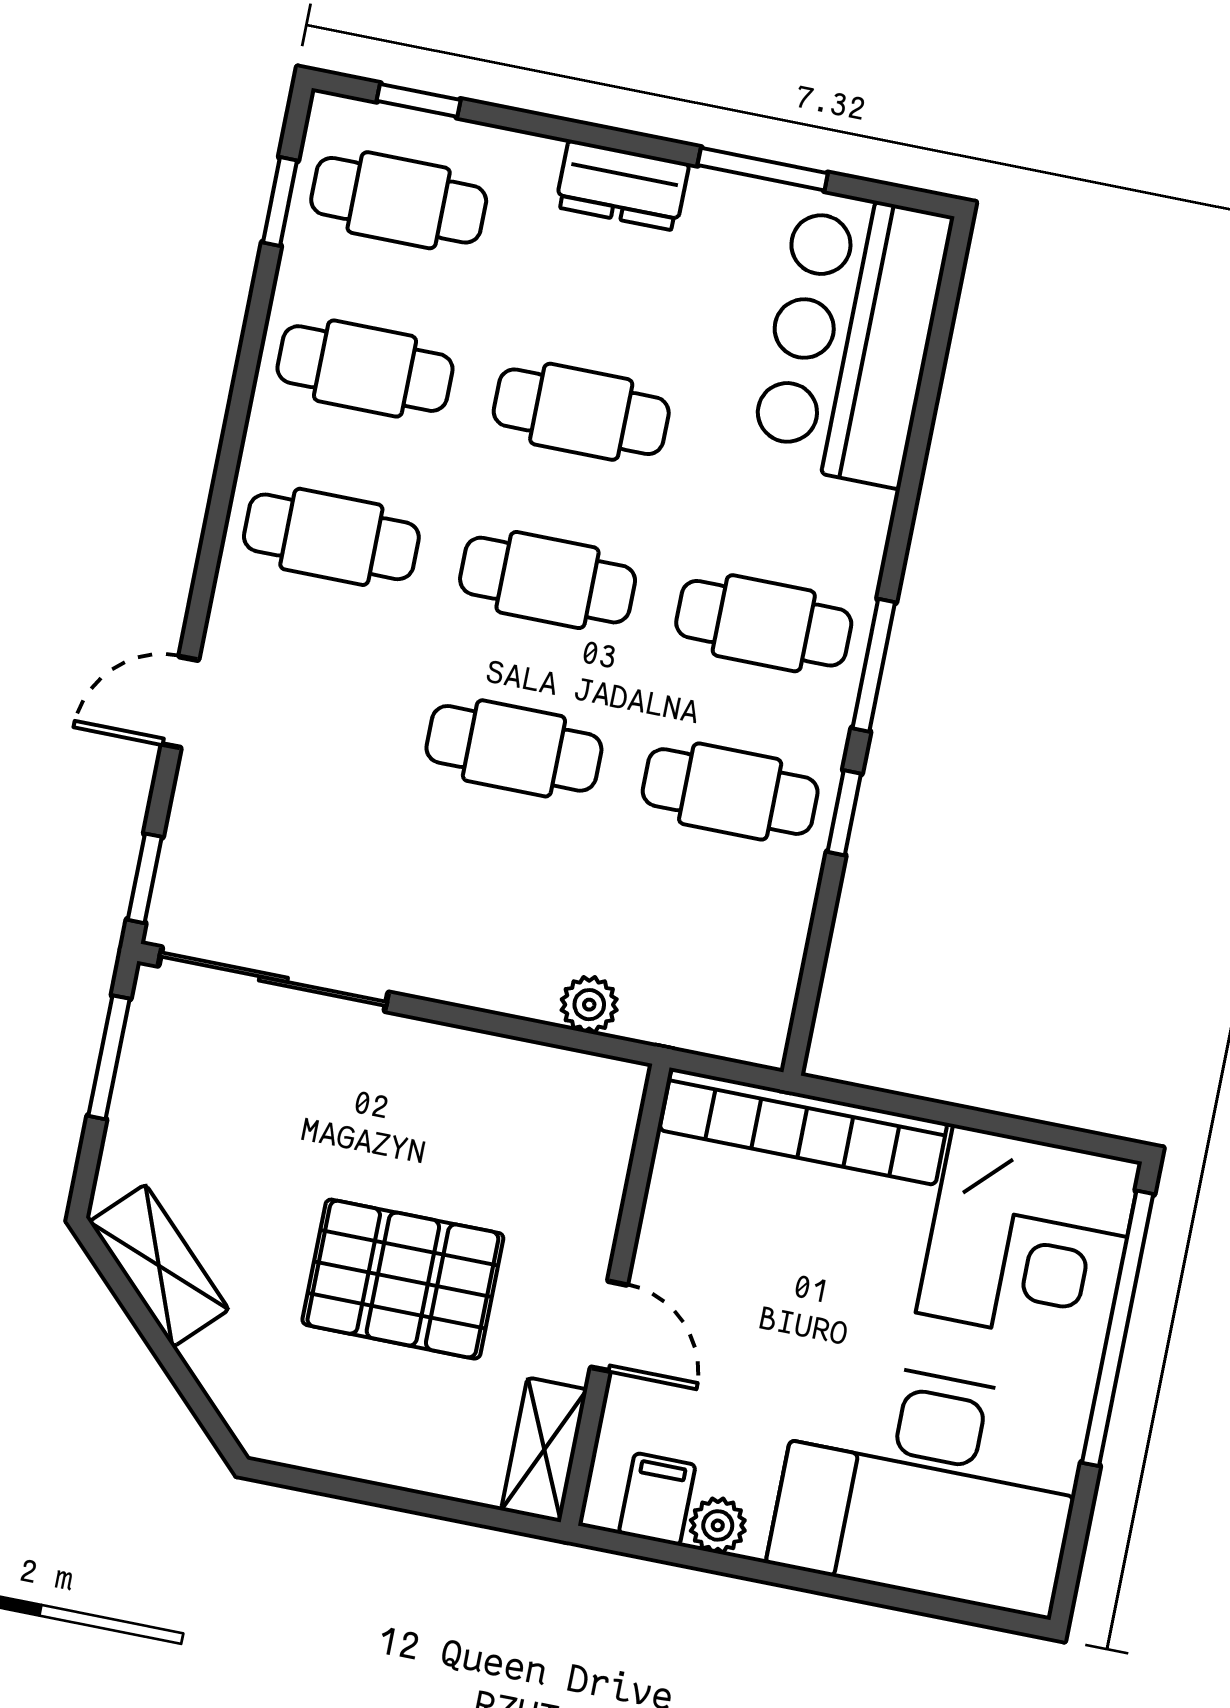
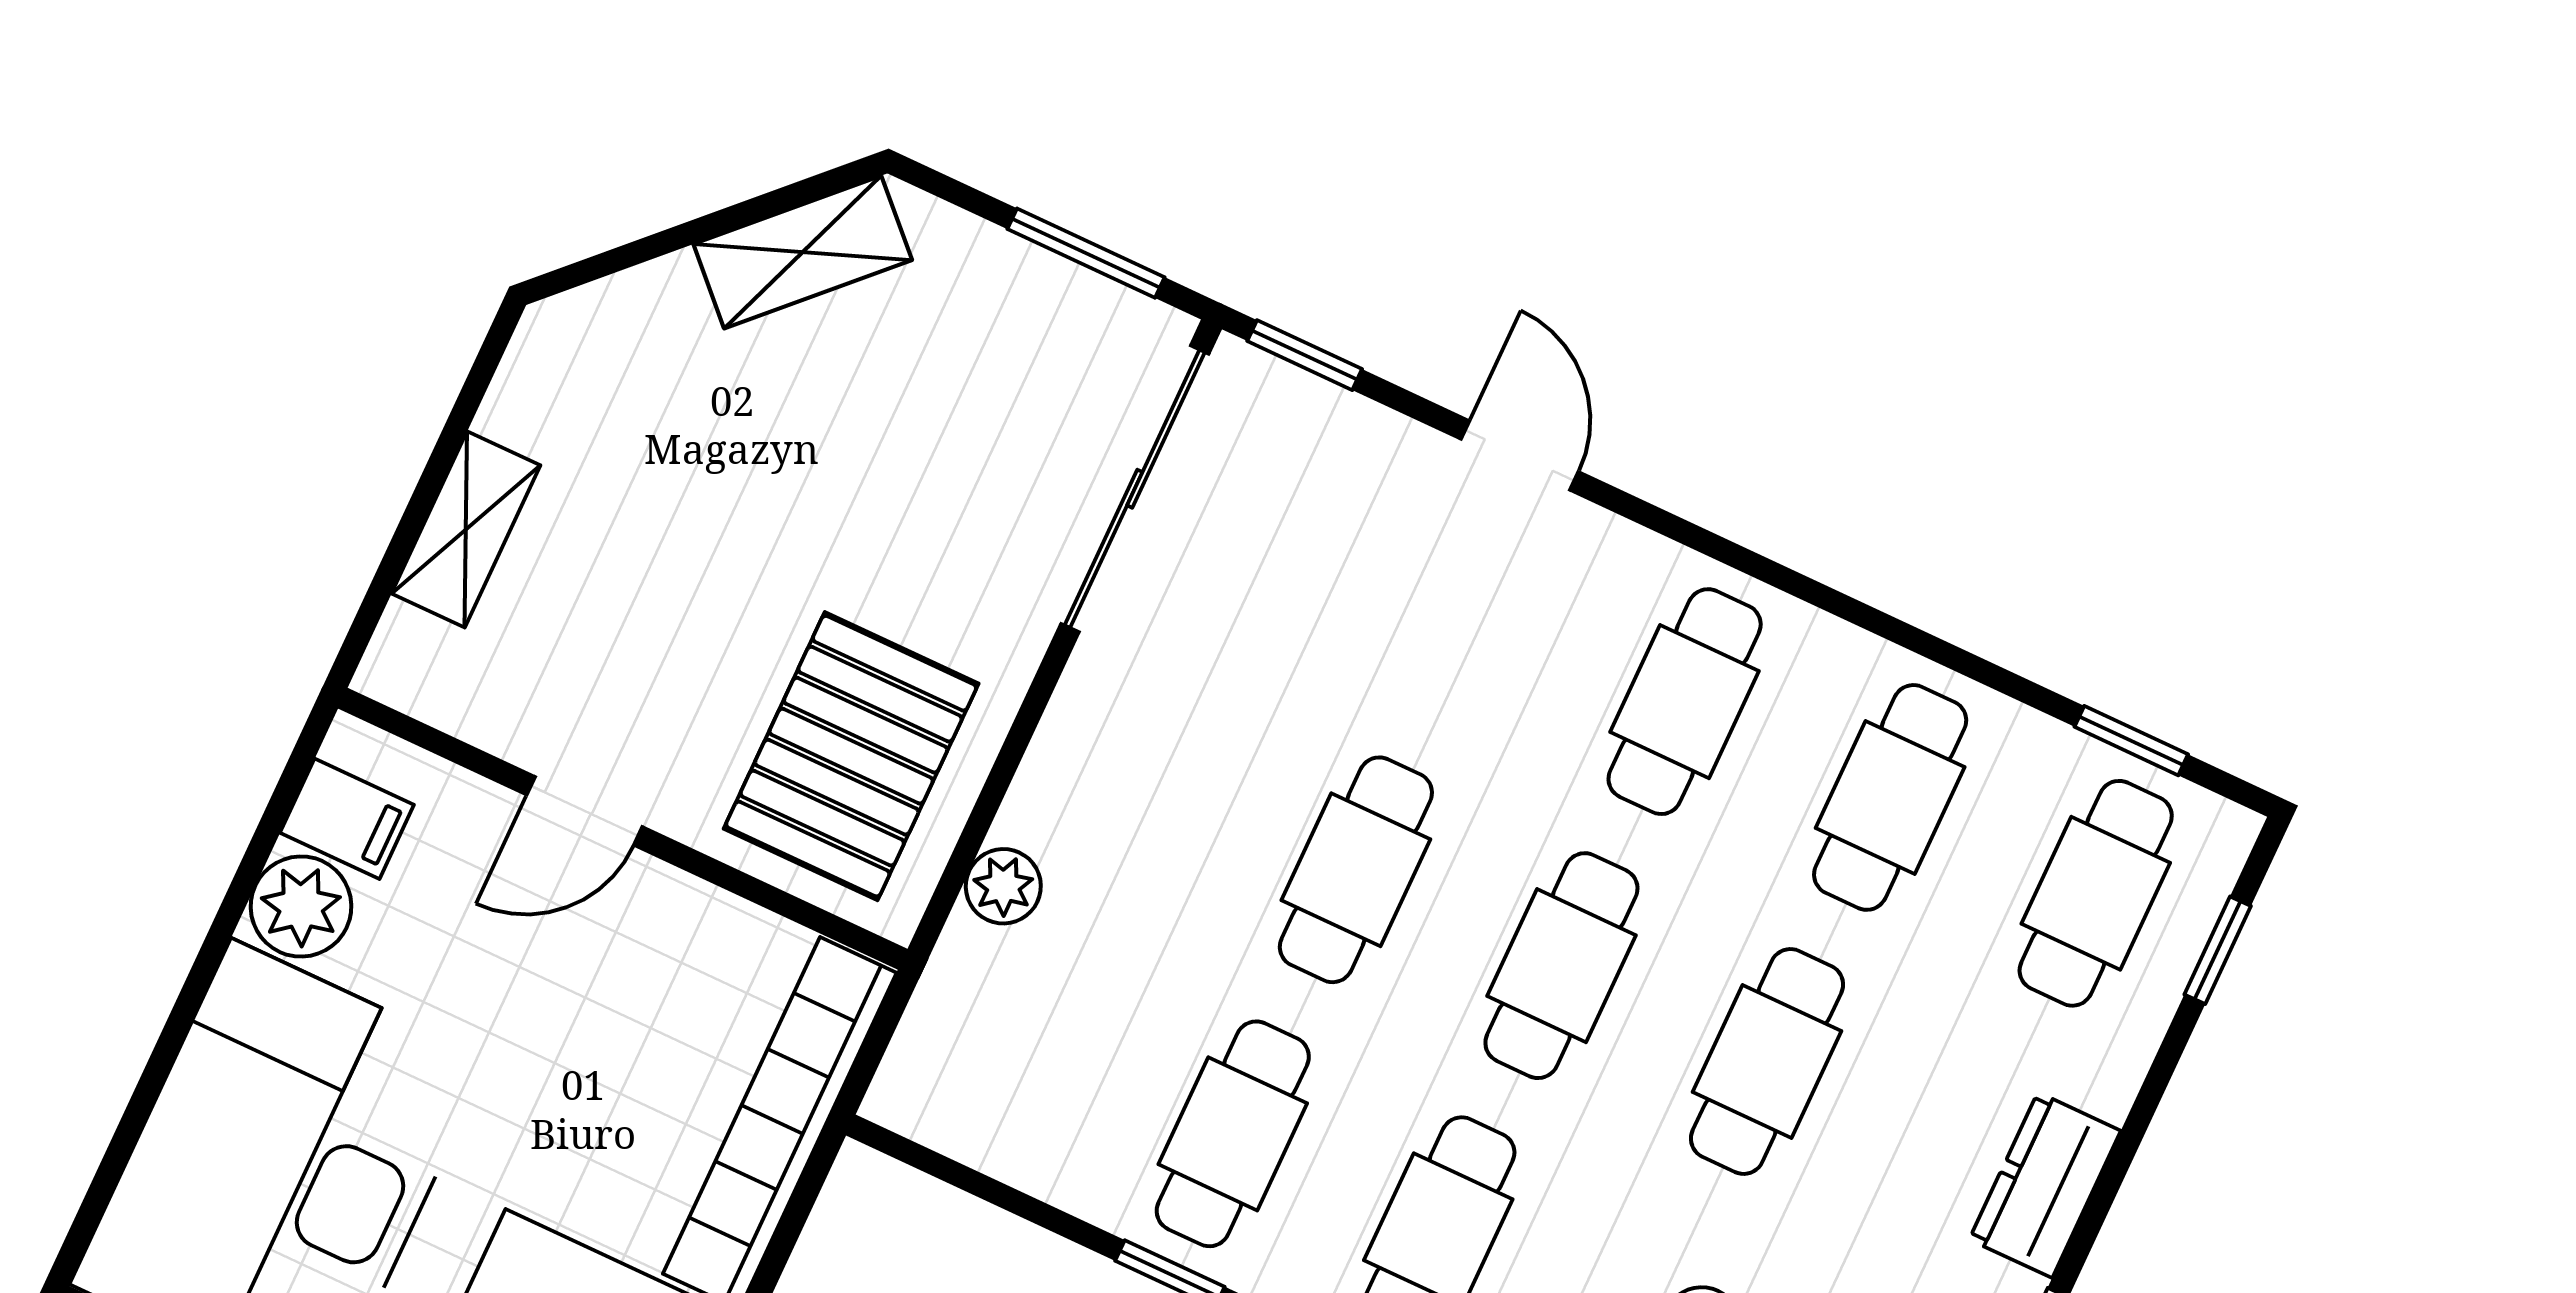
pallet: (403, 1279) -> (851, 756), moved
shelving: (544, 1450) -> (466, 529), moved, turned 90
plant: (718, 1525) -> (301, 906), width x1.38, depth x1.38

